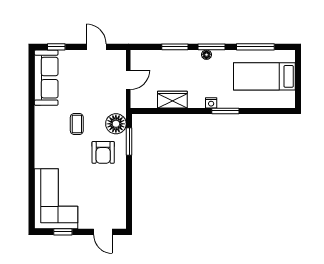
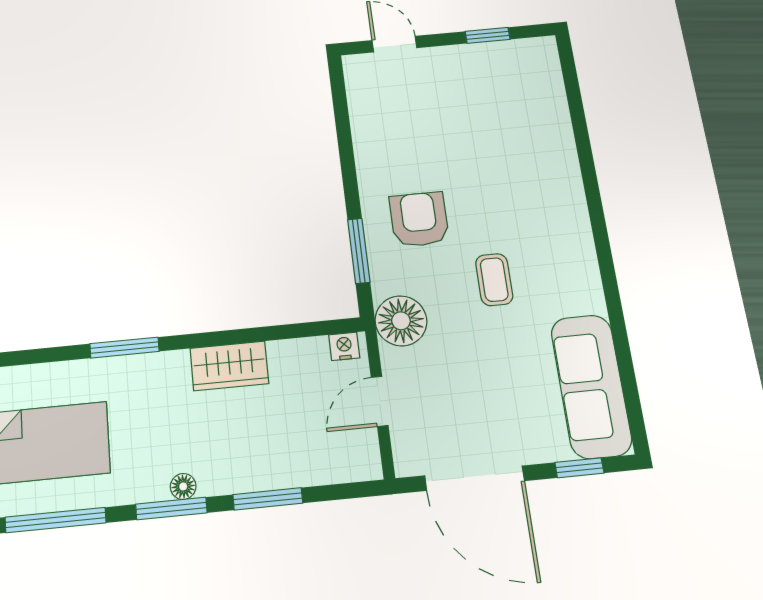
door: (96, 47) -> (474, 478), width x1.87
wardrobe: (172, 100) -> (229, 366), moved
nightstand: (211, 103) -> (344, 346), moved
floor lamp: (116, 124) -> (401, 321), moved
corner sofa: (56, 199) -> (516, 104), removed

